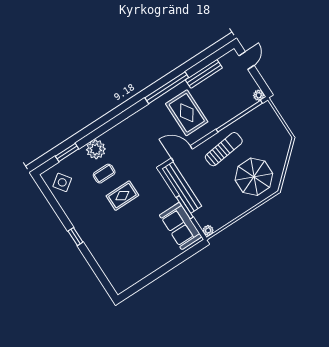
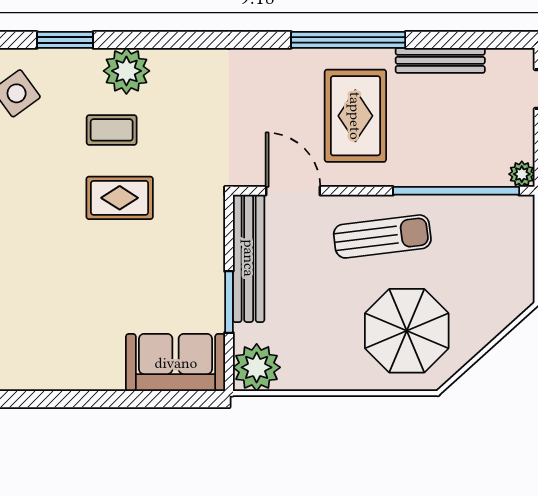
sofa: (181, 226) -> (176, 363), moved, turned 90
plant: (208, 230) -> (257, 367), width x1.88, depth x1.88

